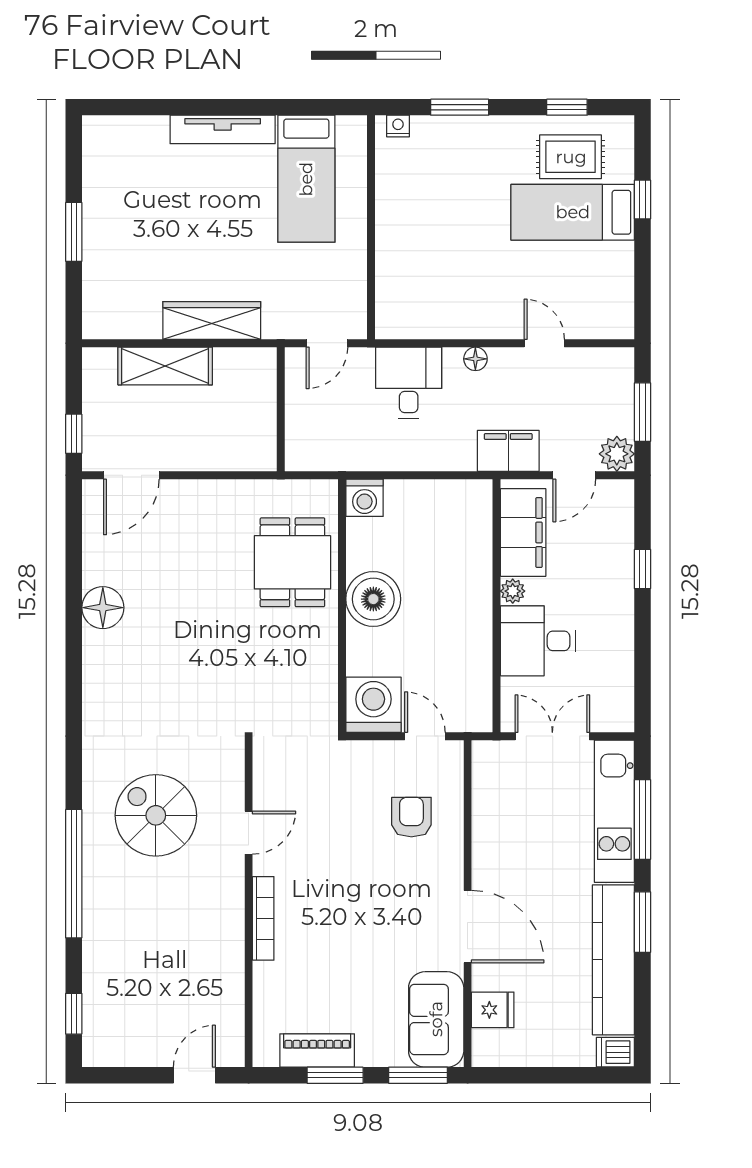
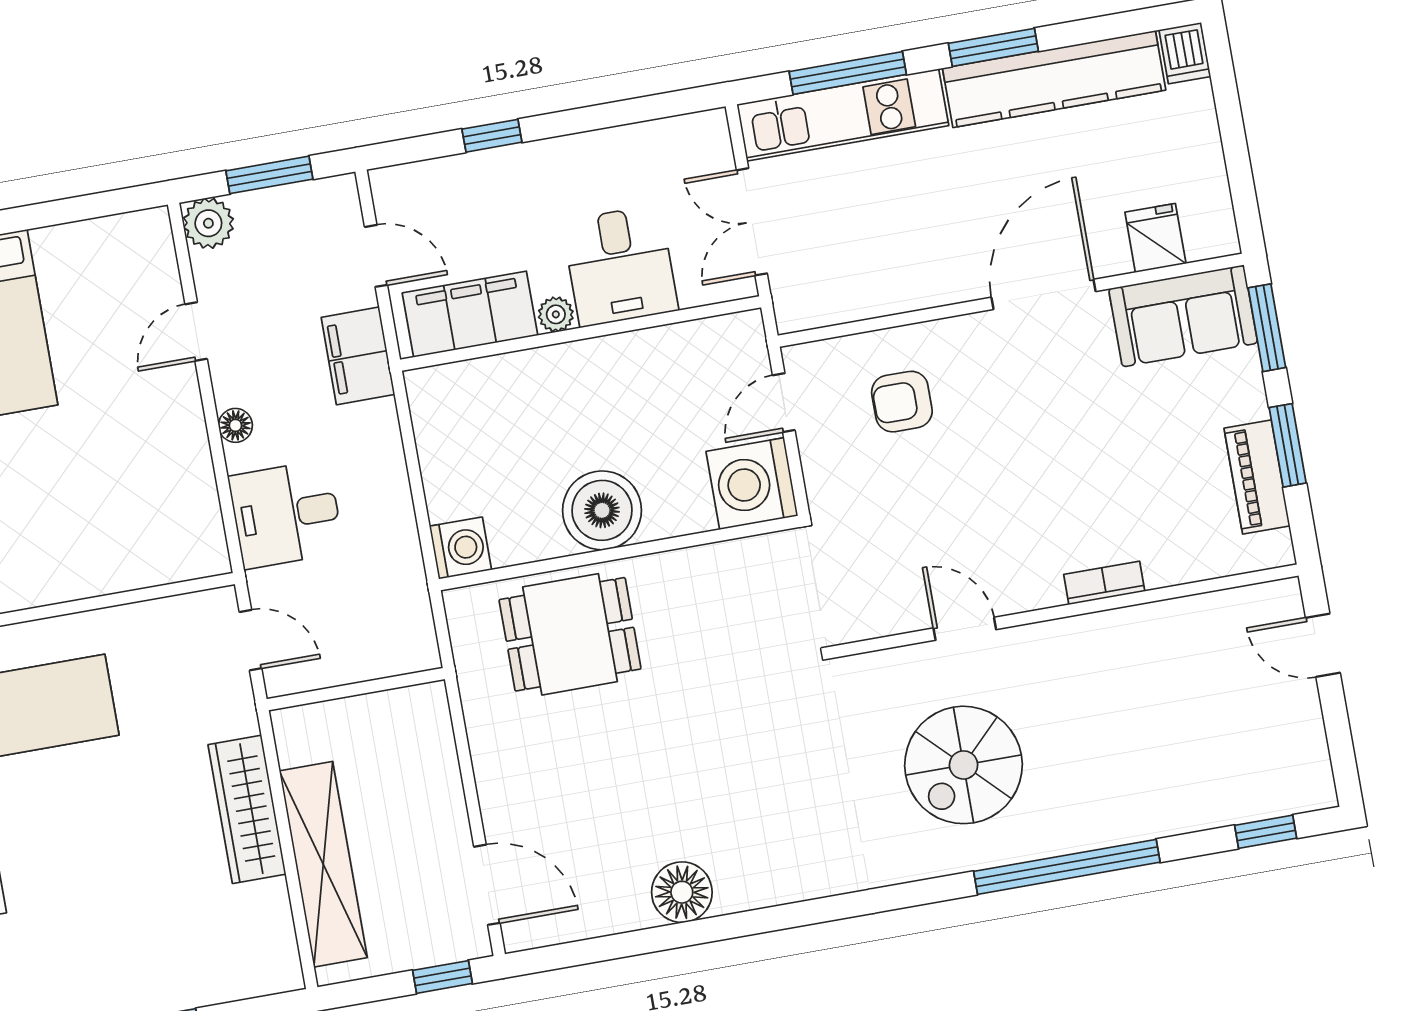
shelving: (165, 366) -> (323, 864), width x1.47
plant: (617, 454) -> (208, 223), moved
bookcase: (263, 918) -> (1104, 583), width x0.64

